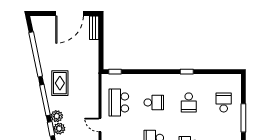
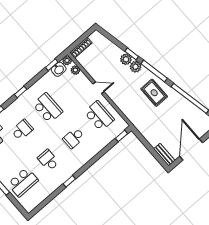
school desk: (224, 102) -> (23, 182), width x1.85

